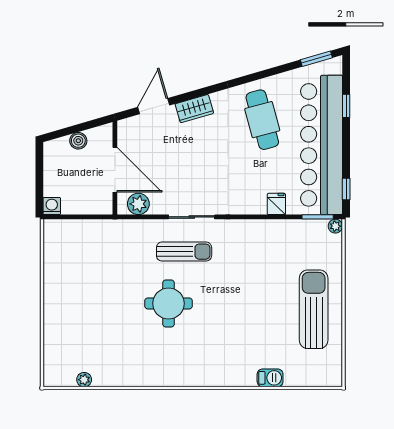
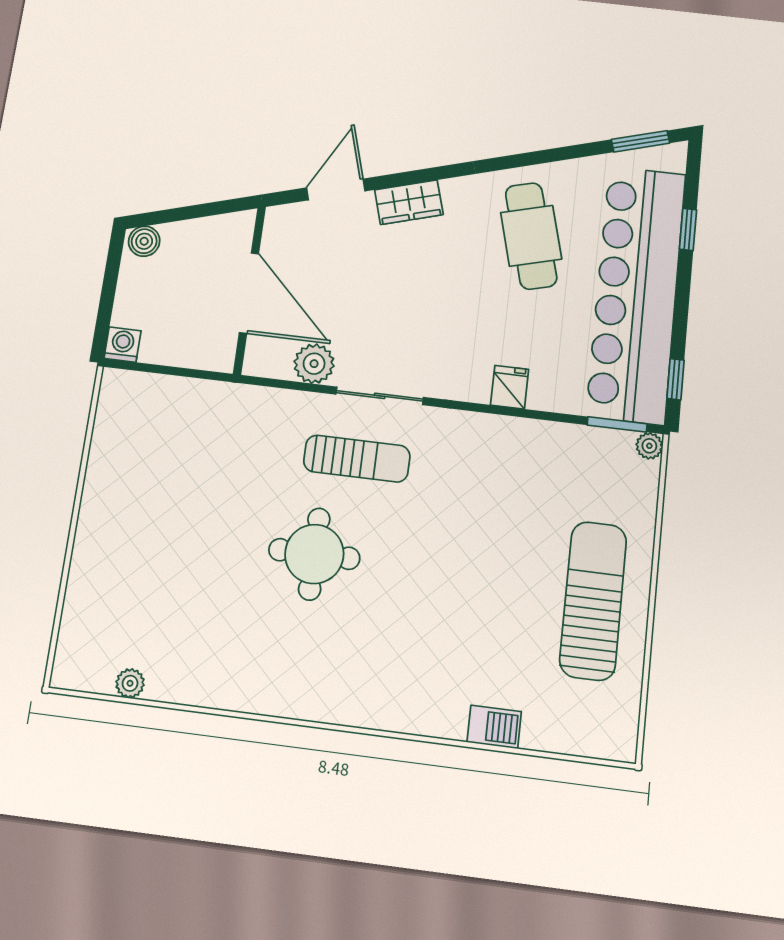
boiler: (78, 141) -> (144, 241), moved
plant: (138, 204) -> (314, 364), moved
fridge: (276, 204) -> (510, 387), moved

